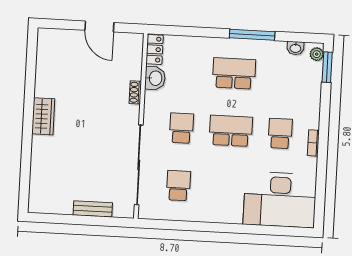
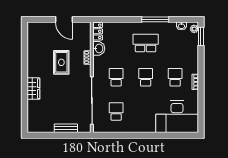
rug: (91, 98) -> (61, 62), added
wardrobe: (43, 116) -> (33, 89), moved
school desk: (231, 131) -> (146, 77), width x0.54

